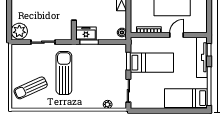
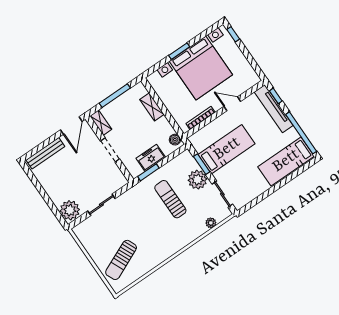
freezer: (86, 34) -> (151, 158), moved
door: (177, 35) -> (232, 104), hinge flipped
plant: (119, 70) -> (197, 180), added
sun lounger: (64, 73) -> (170, 199), moved, width x0.73, depth x0.75

